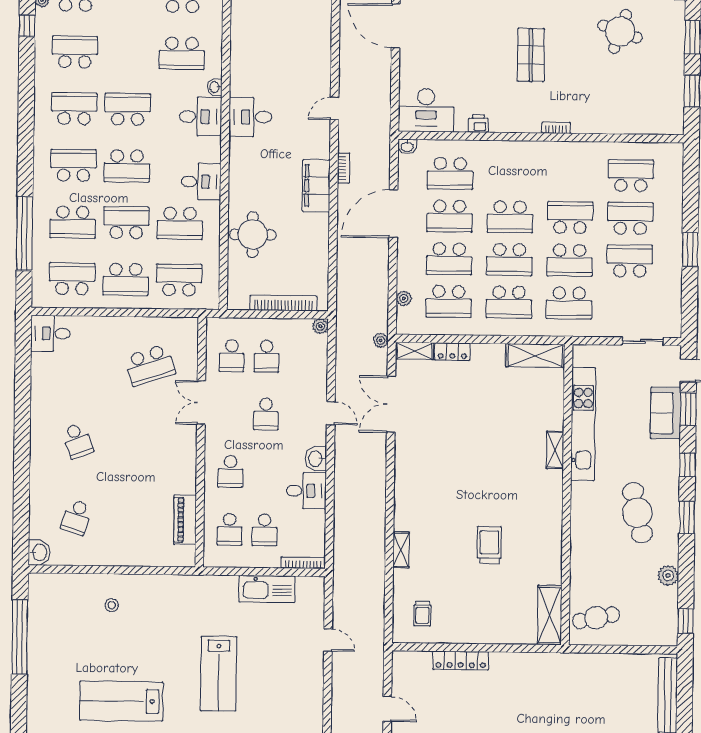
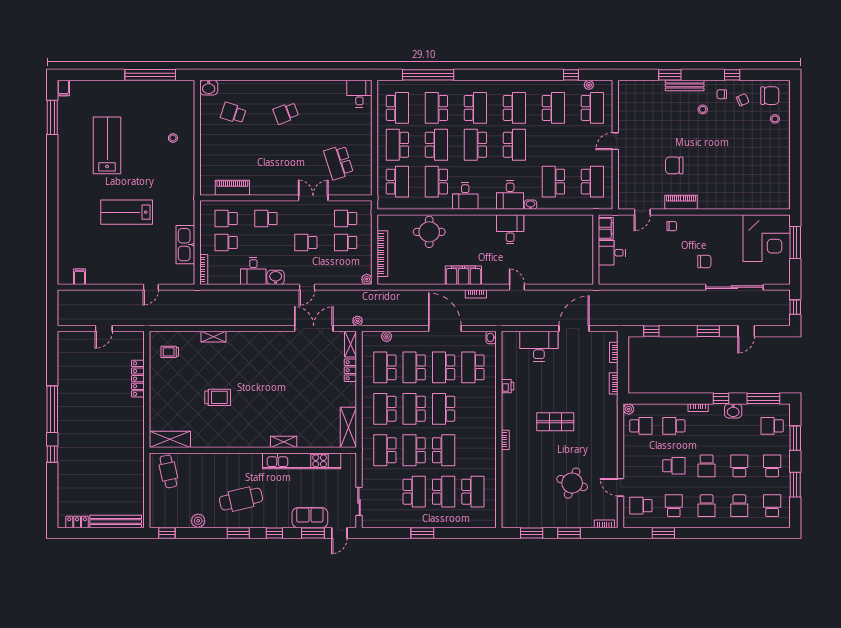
desk: (426, 110) -> (539, 346), moved, turned 90

